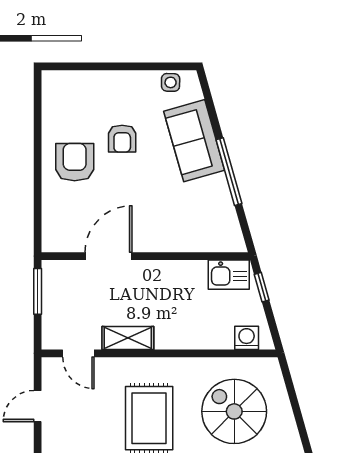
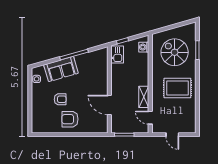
door: (78, 353) -> (150, 118), swing flipped
spiral stairs: (234, 411) -> (175, 52), turned 90

